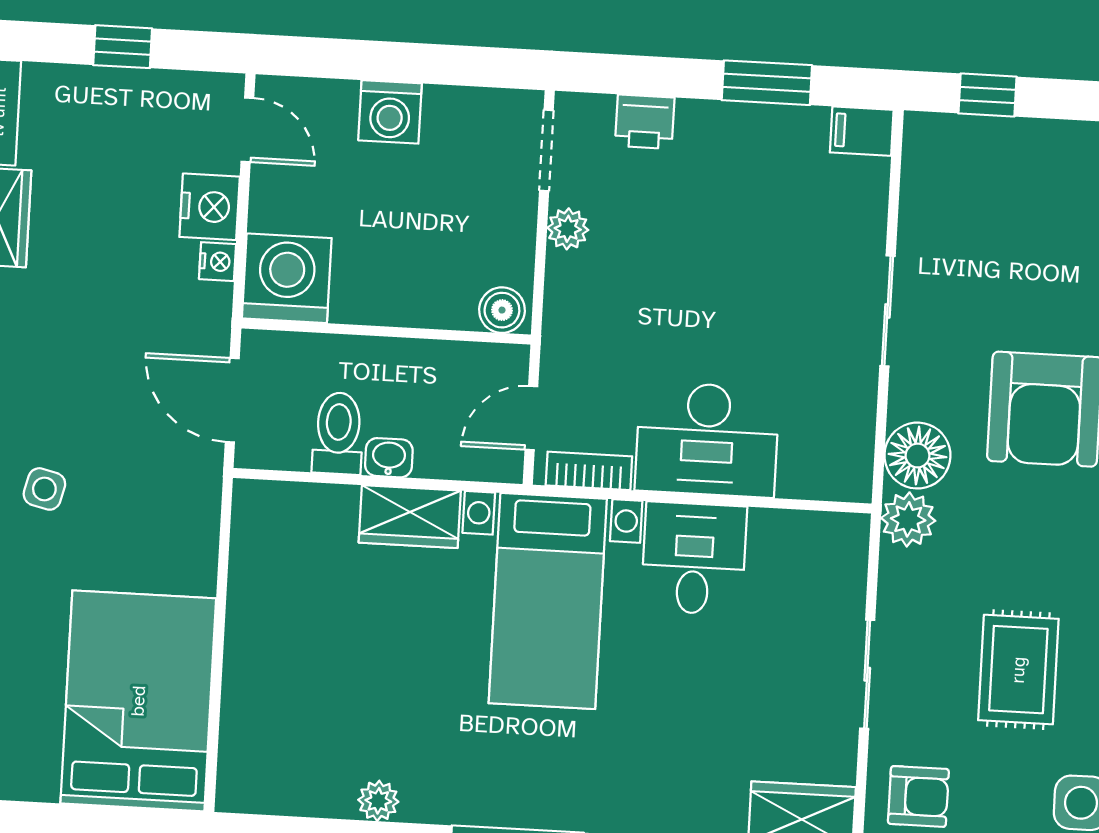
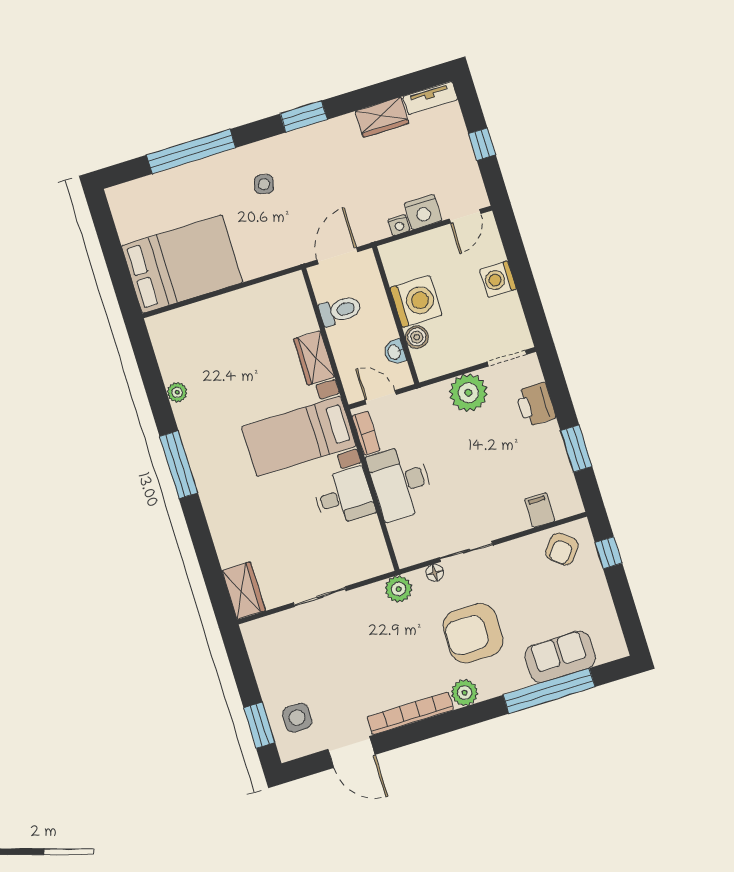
printer: (645, 122) -> (536, 404), width x1.36, depth x1.24
filing cabinet: (862, 131) -> (540, 510), moved
plant: (568, 229) -> (468, 393), width x1.88, depth x1.88
washing machine: (287, 278) -> (416, 302), moved
boiler: (502, 310) -> (417, 337), moved
sliding door: (887, 311) -> (466, 551), moved
floor lamp: (917, 456) -> (435, 573), width x0.53, depth x0.53
washbasin: (389, 458) -> (395, 352), moved, turned 180
rug: (1018, 670) -> (348, 666), removed
armchair: (918, 796) -> (562, 549), moved, turned 39

